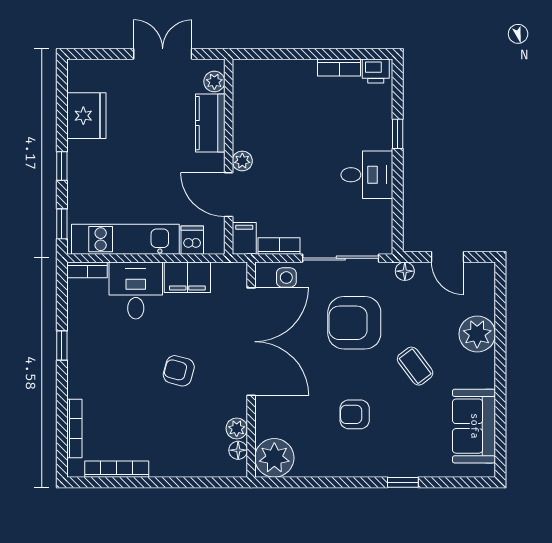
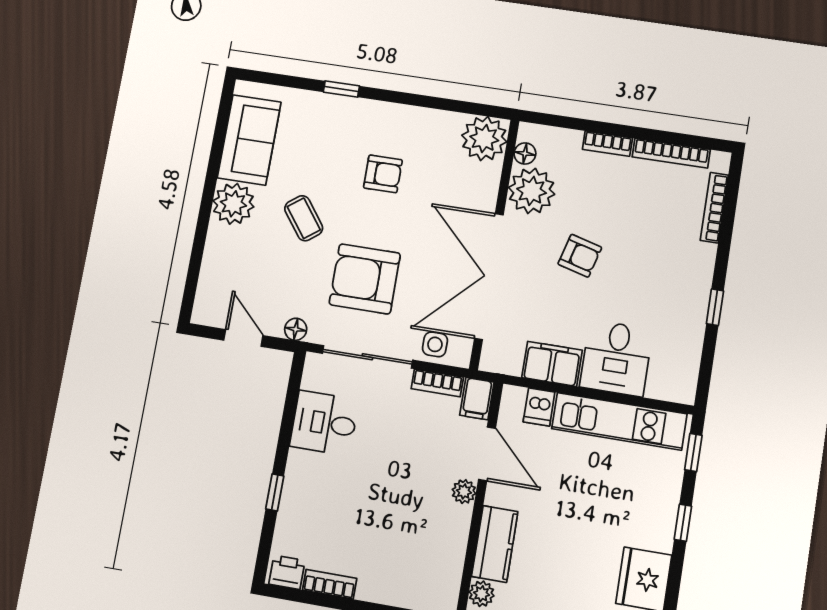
desk: (367, 175) -> (324, 423), moved
bookcase: (87, 270) -> (607, 144), moved, turned 180
armchair: (354, 323) -> (365, 279), turned 180
plant: (477, 334) -> (233, 204), moved
plant: (237, 428) -> (532, 191), width x1.87, depth x1.87

